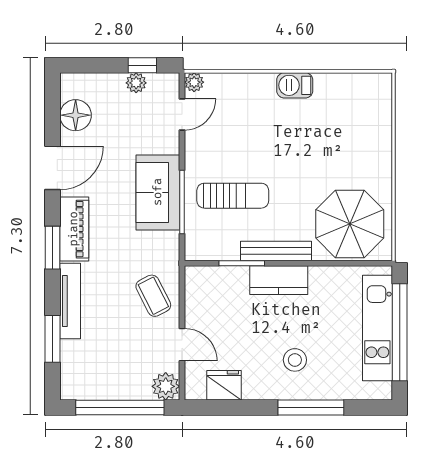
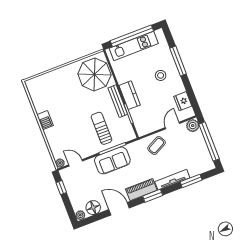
plant: (136, 83) -> (80, 215), moved

